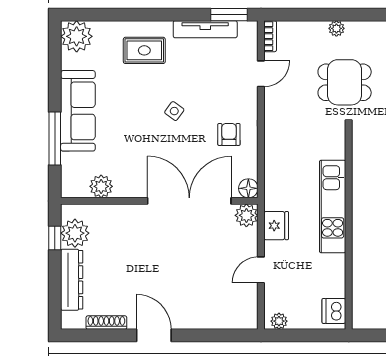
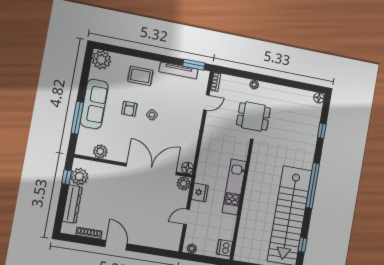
armchair: (229, 134) -> (129, 109), moved, turned 180

